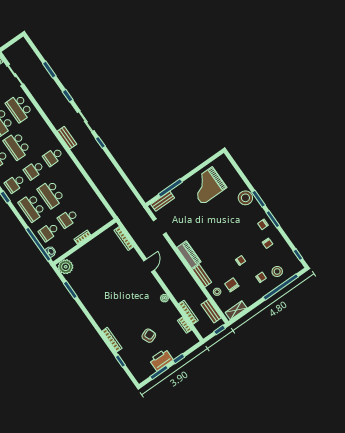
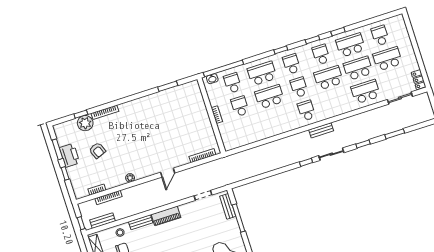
door: (149, 265) -> (168, 173), hinge flipped
plant: (66, 267) -> (85, 123), moved

